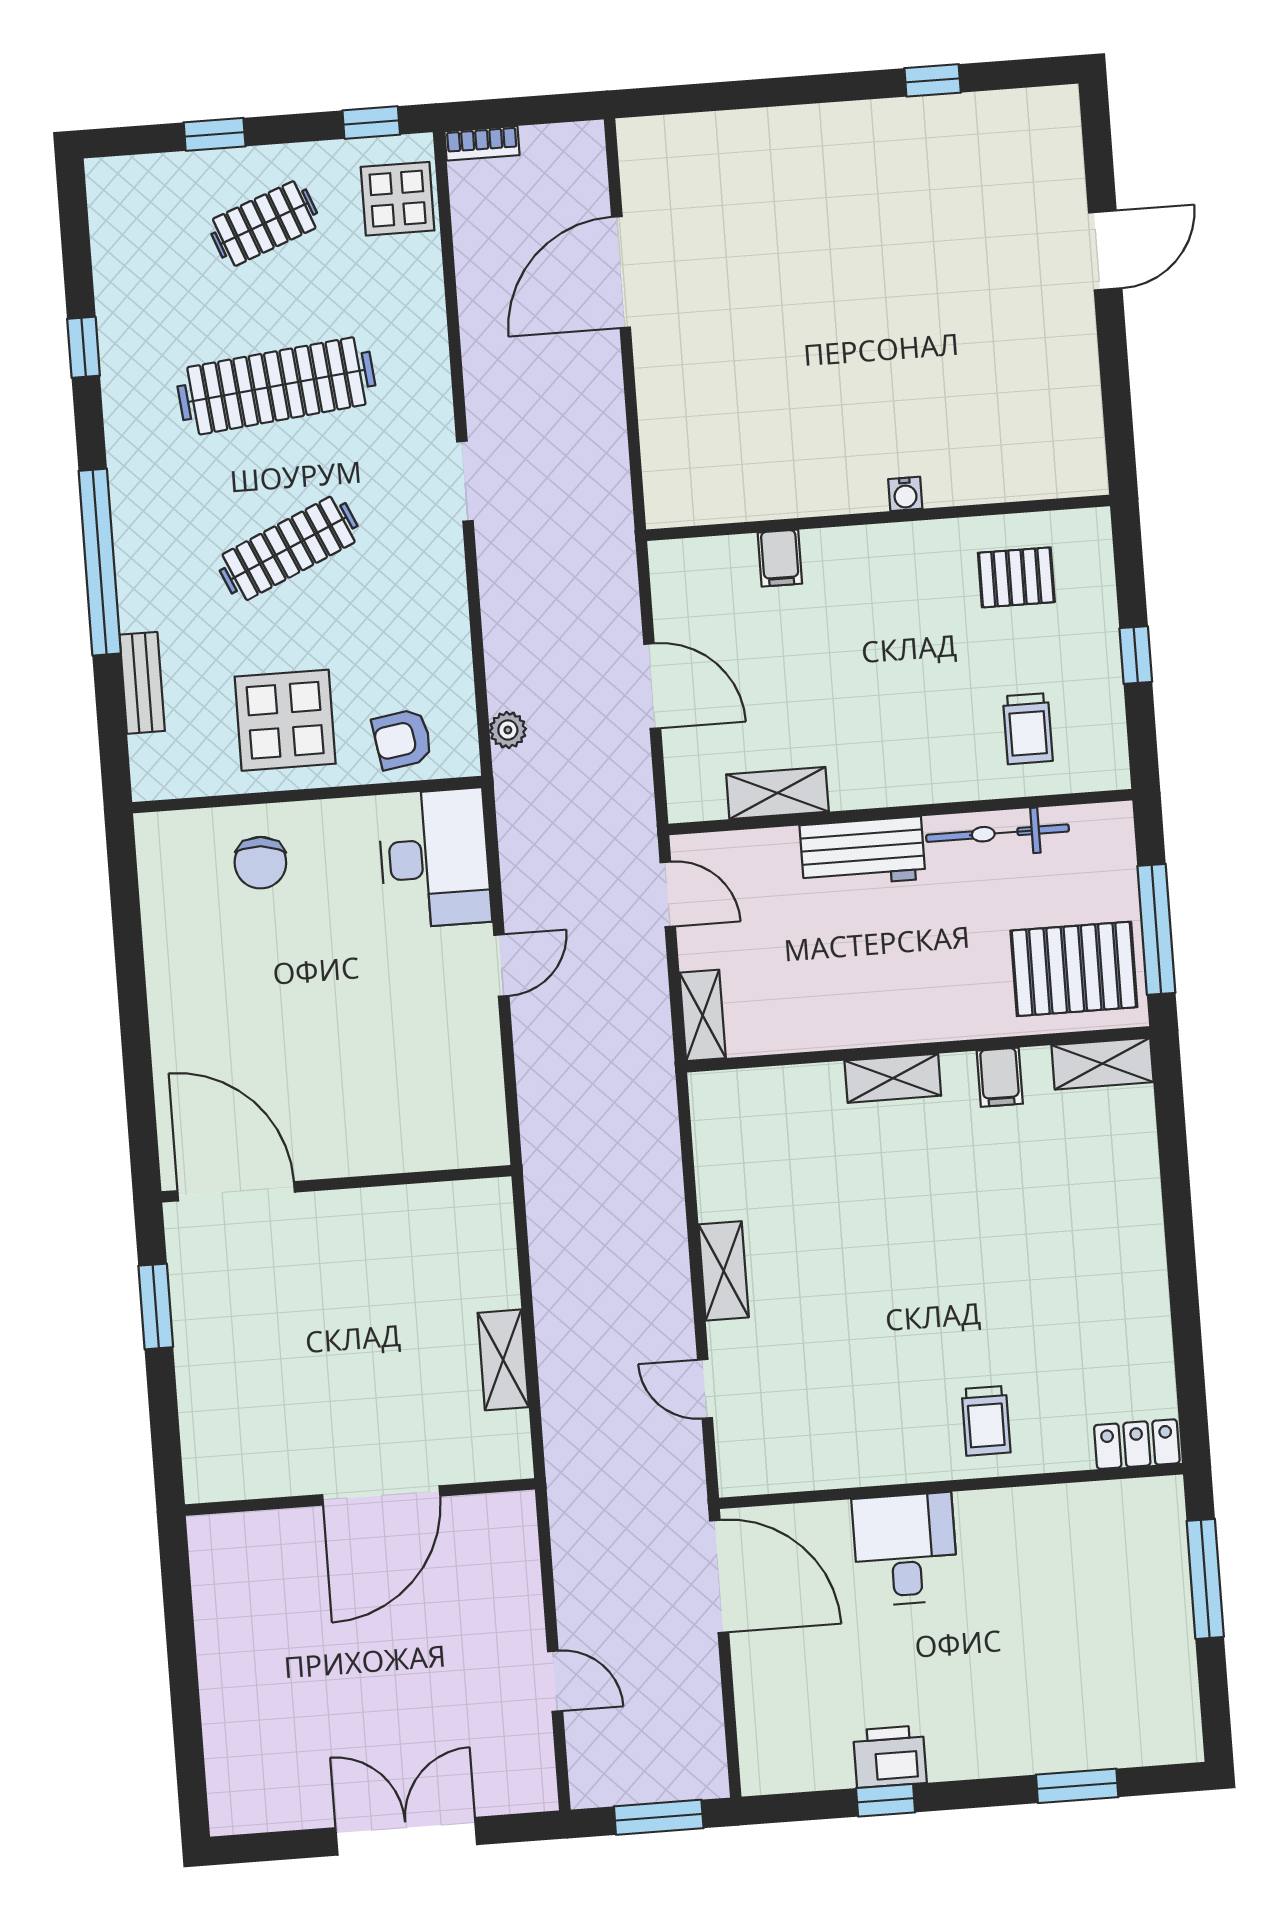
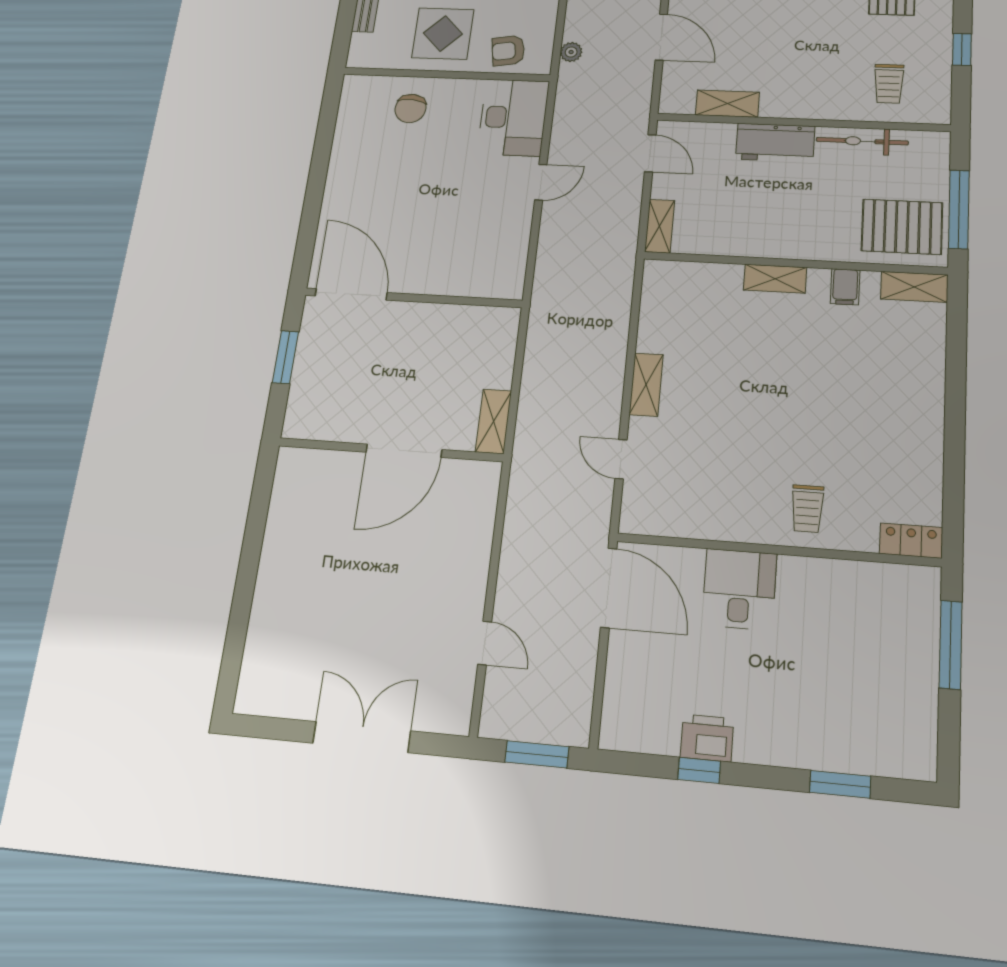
door: (381, 1495) -> (404, 451), moved
wall: (360, 1497) -> (390, 450), moved

